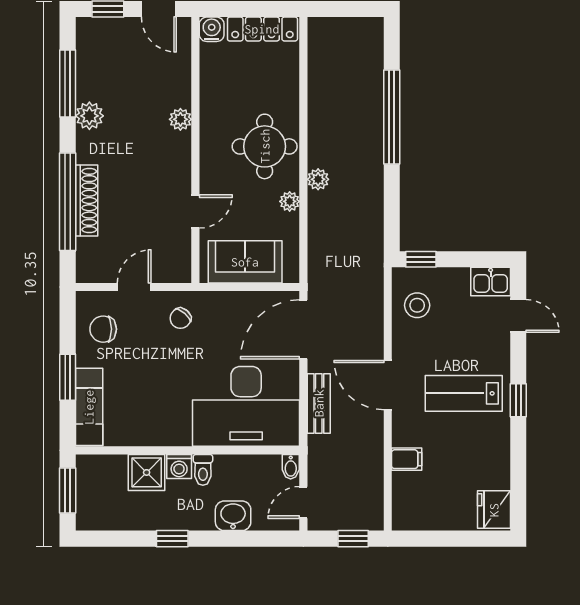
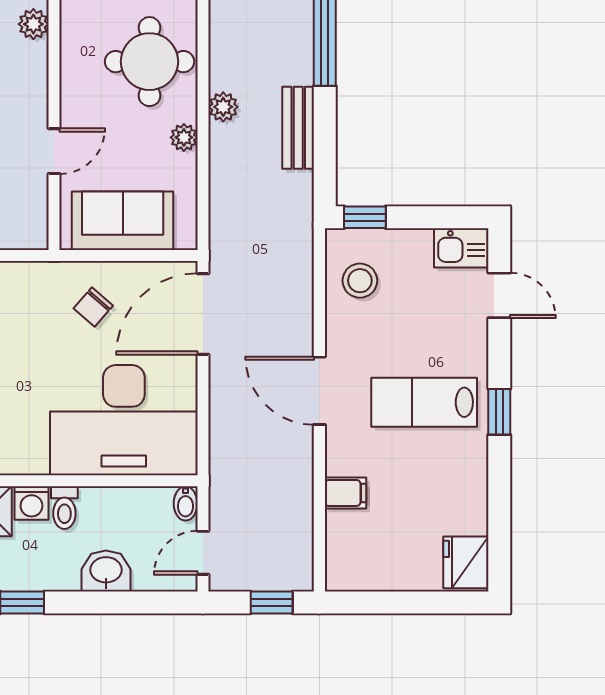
chair: (180, 318) -> (93, 307), moved
bench: (319, 403) -> (298, 128), moved

